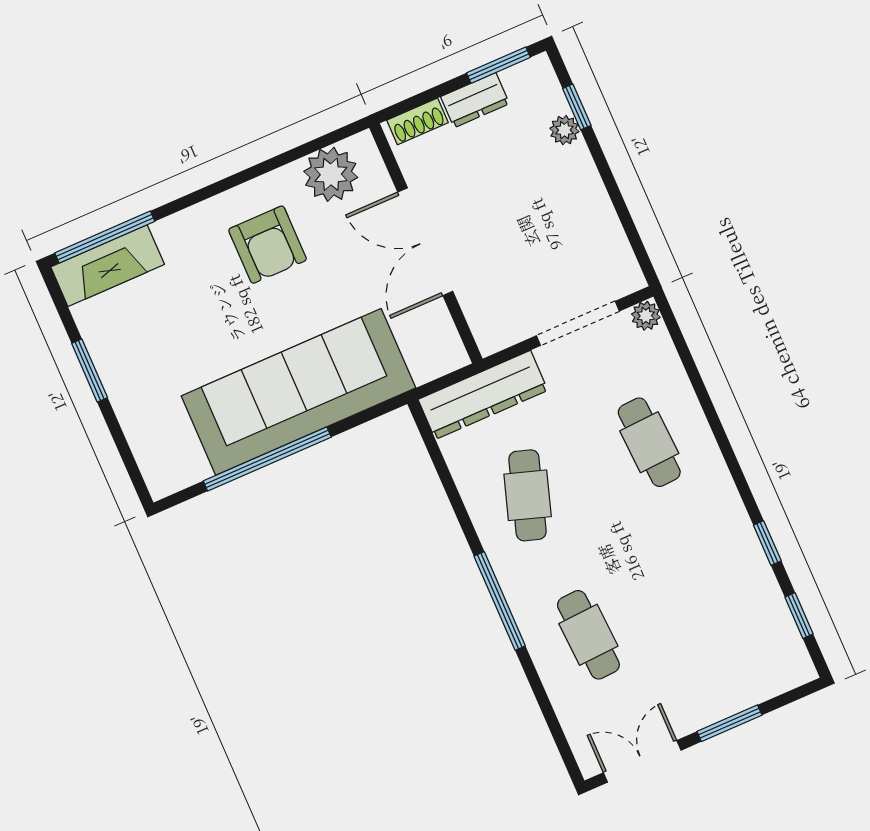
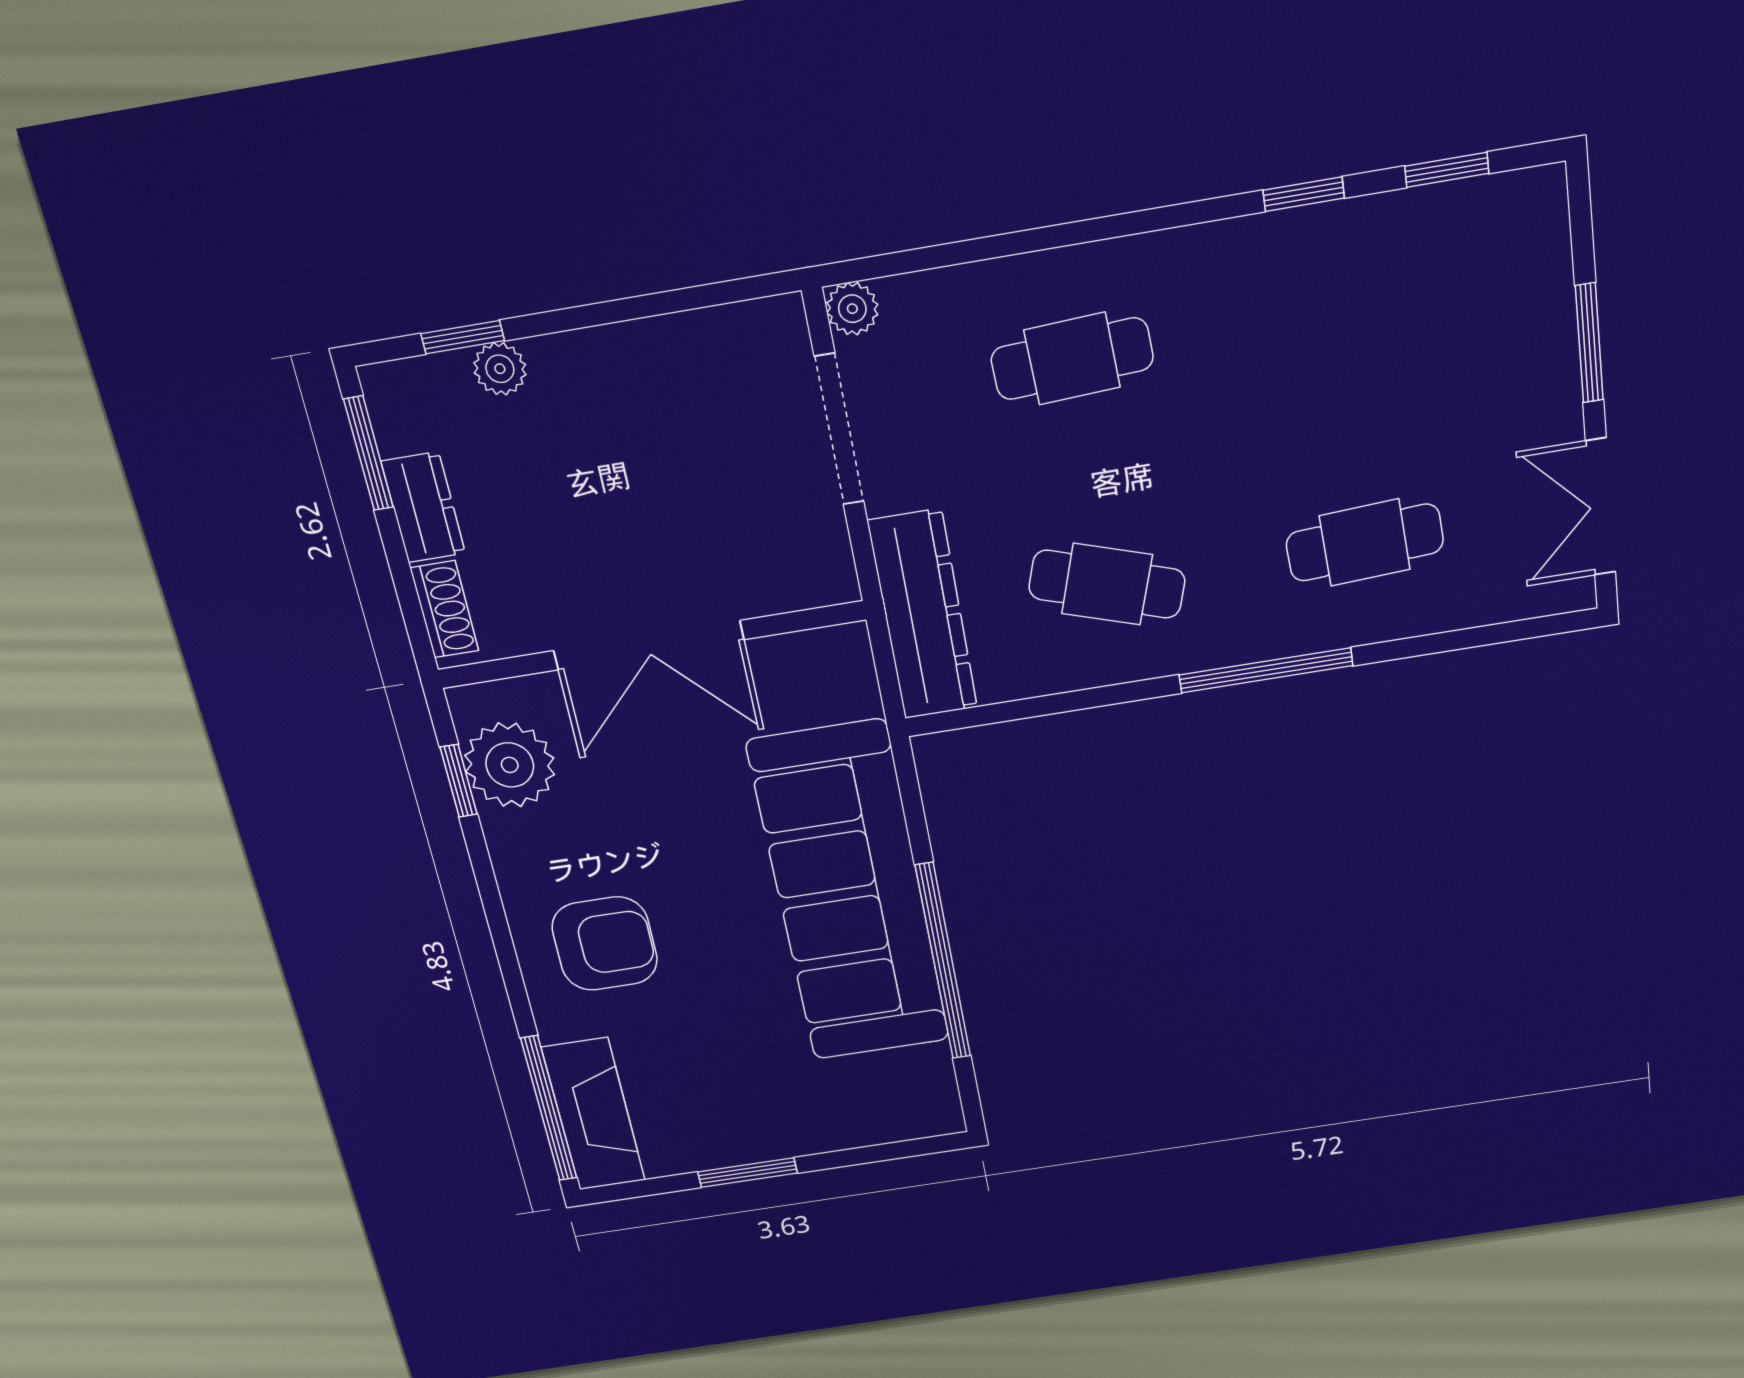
window: (313, 146) -> (459, 781), added
armchair: (268, 245) -> (605, 944), moved

